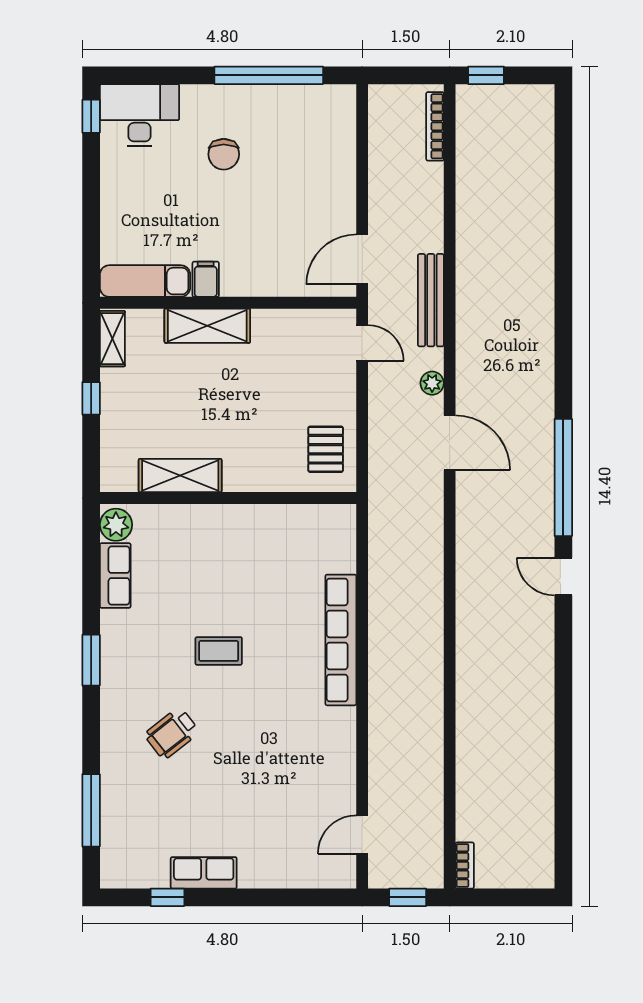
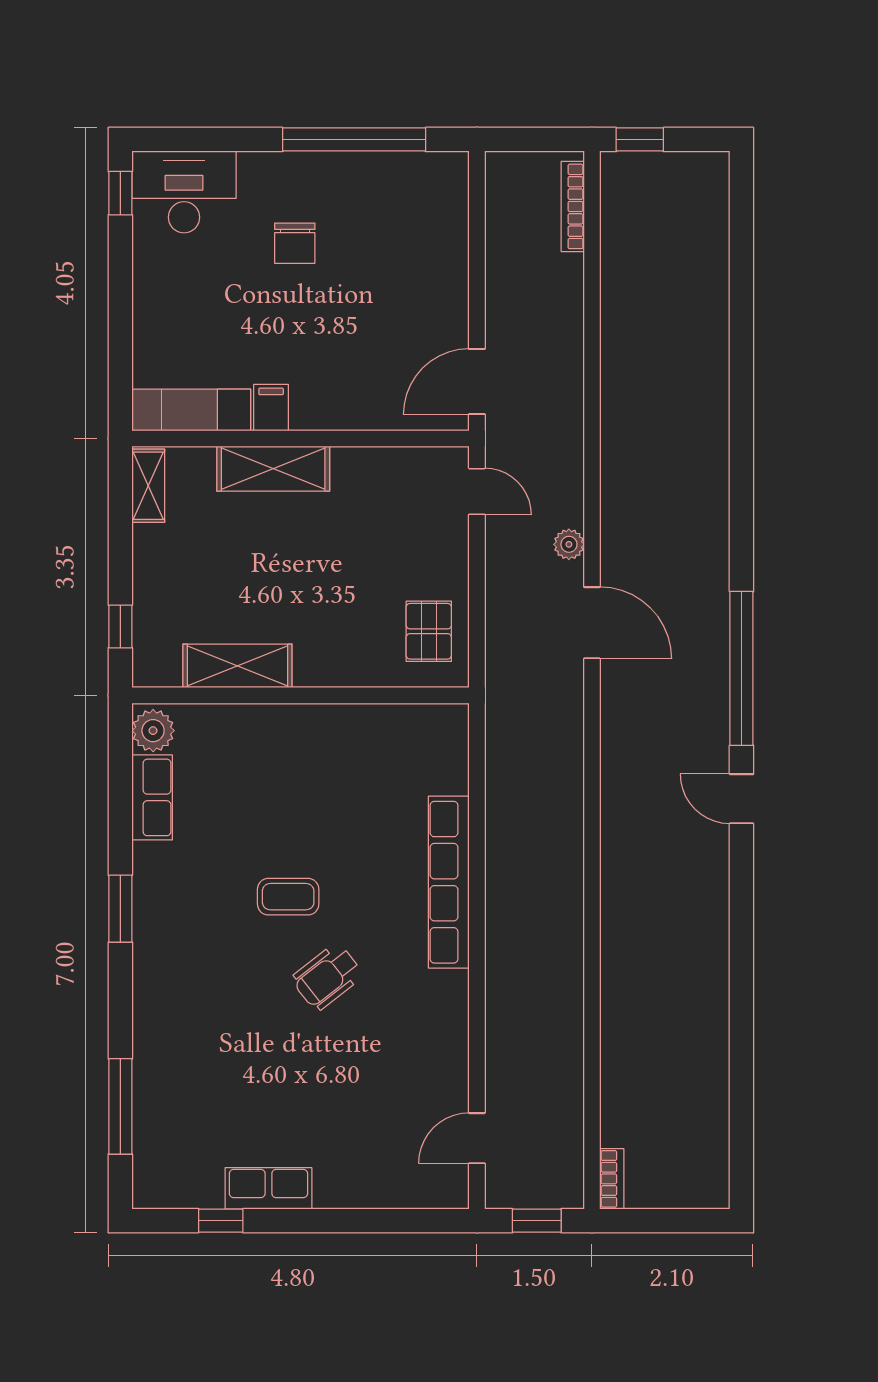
bench: (431, 300) -> (567, 435), removed
window: (91, 398) -> (120, 626), moved
wheelchair: (172, 733) -> (327, 977), moved

